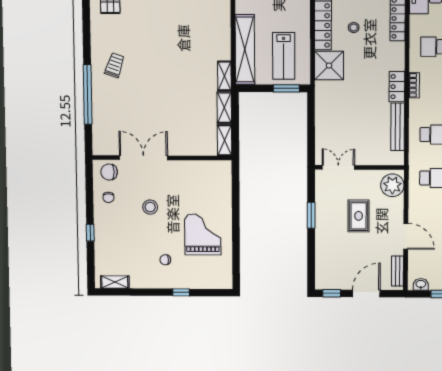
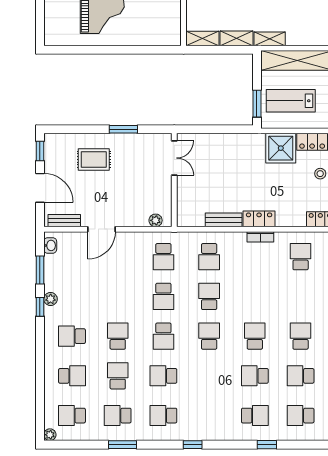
bench: (398, 127) -> (224, 220), width x0.73
plant: (392, 185) -> (156, 220), width x0.53, depth x0.53
rug: (359, 216) -> (94, 159), moved

